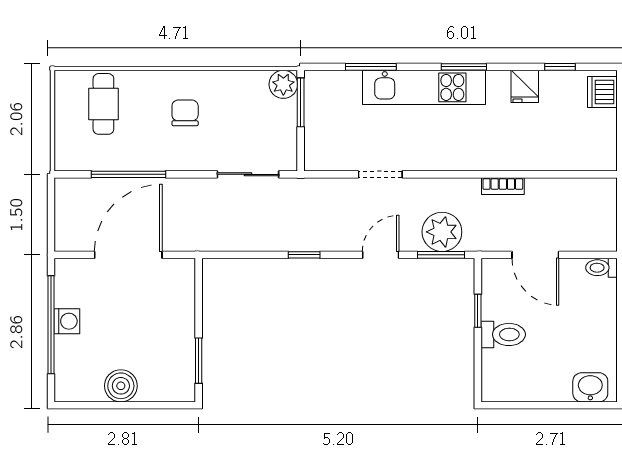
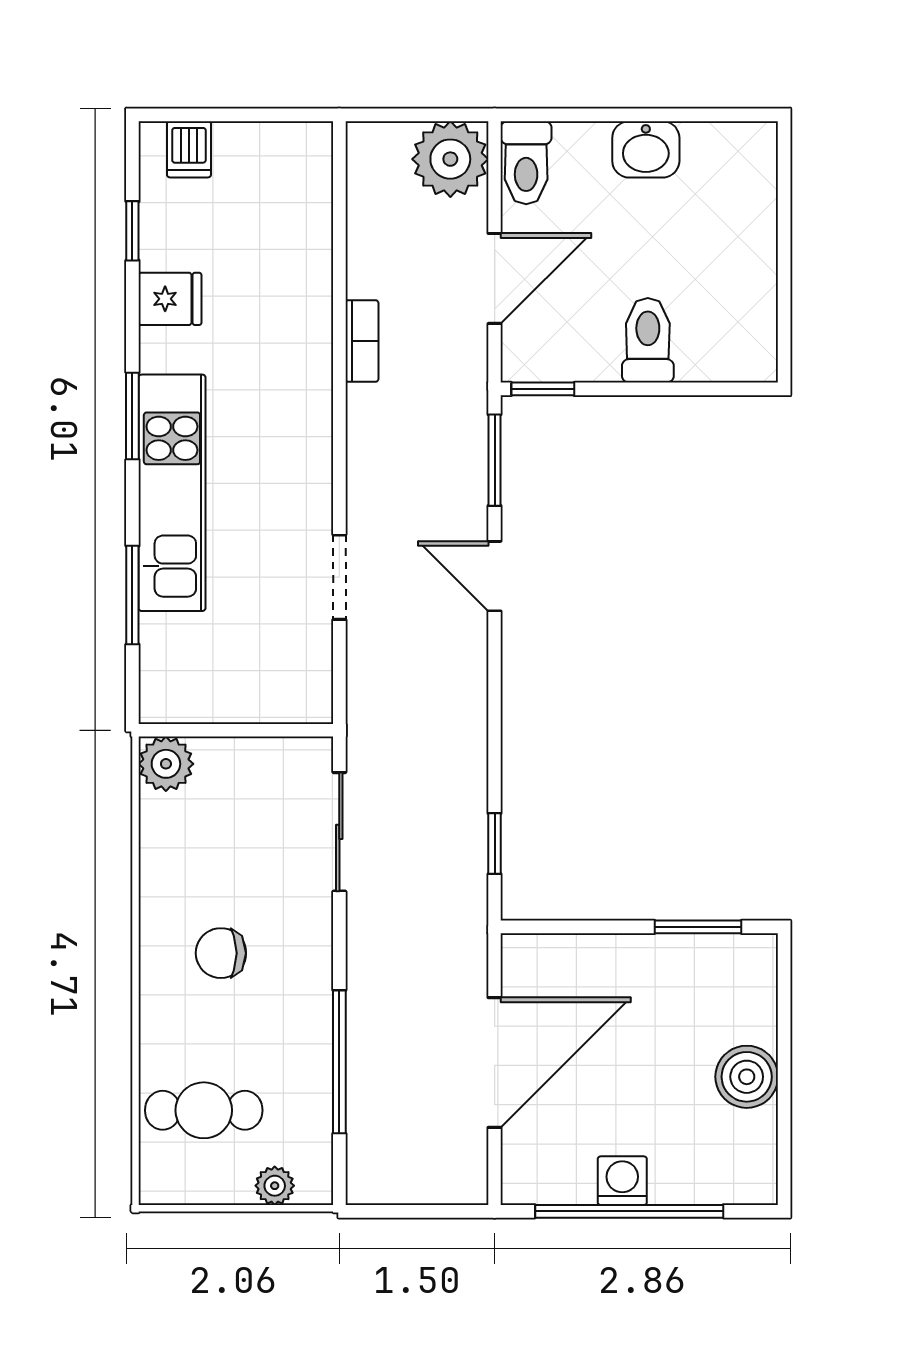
dishwasher: (602, 92) -> (189, 149), width x0.73
window: (301, 102) -> (201, 730), removed
plant: (64, 141) -> (275, 1186), added
plant: (442, 232) -> (450, 159), moved
door: (128, 255) -> (495, 1063), swing flipped
window: (304, 255) -> (495, 844), moved
toilet: (601, 268) -> (526, 163), width x1.37, depth x1.39
window: (478, 311) -> (543, 389), moved
washbasin: (590, 387) -> (646, 149), moved, turned -90

